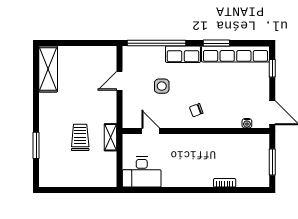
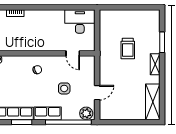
plant: (134, 54) -> (86, 113), added
shelving: (111, 137) -> (155, 64), moved

